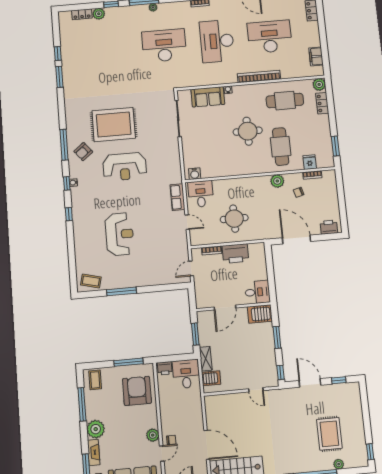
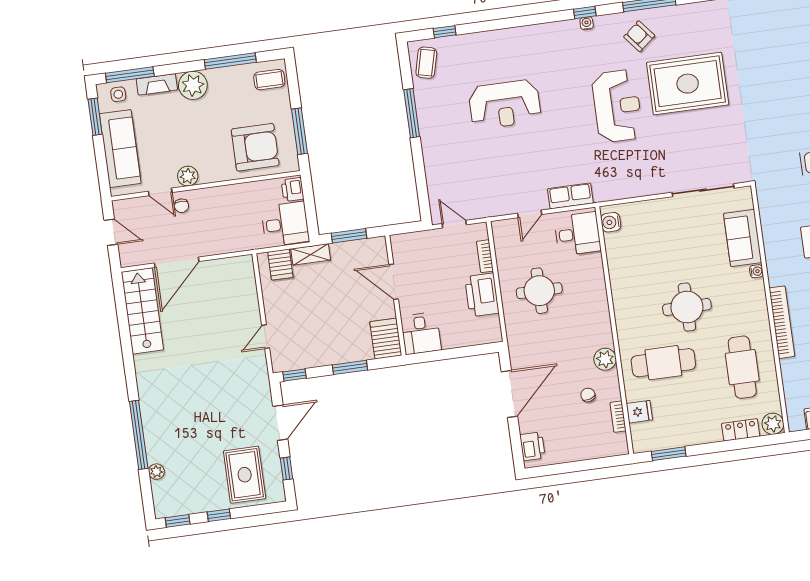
rug: (114, 125) -> (688, 84), turned 90
reception desk: (125, 167) -> (617, 106), turned 180
window: (69, 214) -> (445, 32), moved
window: (367, 425) -> (219, 515), added
rug: (329, 434) -> (245, 475), moved, turned 90

